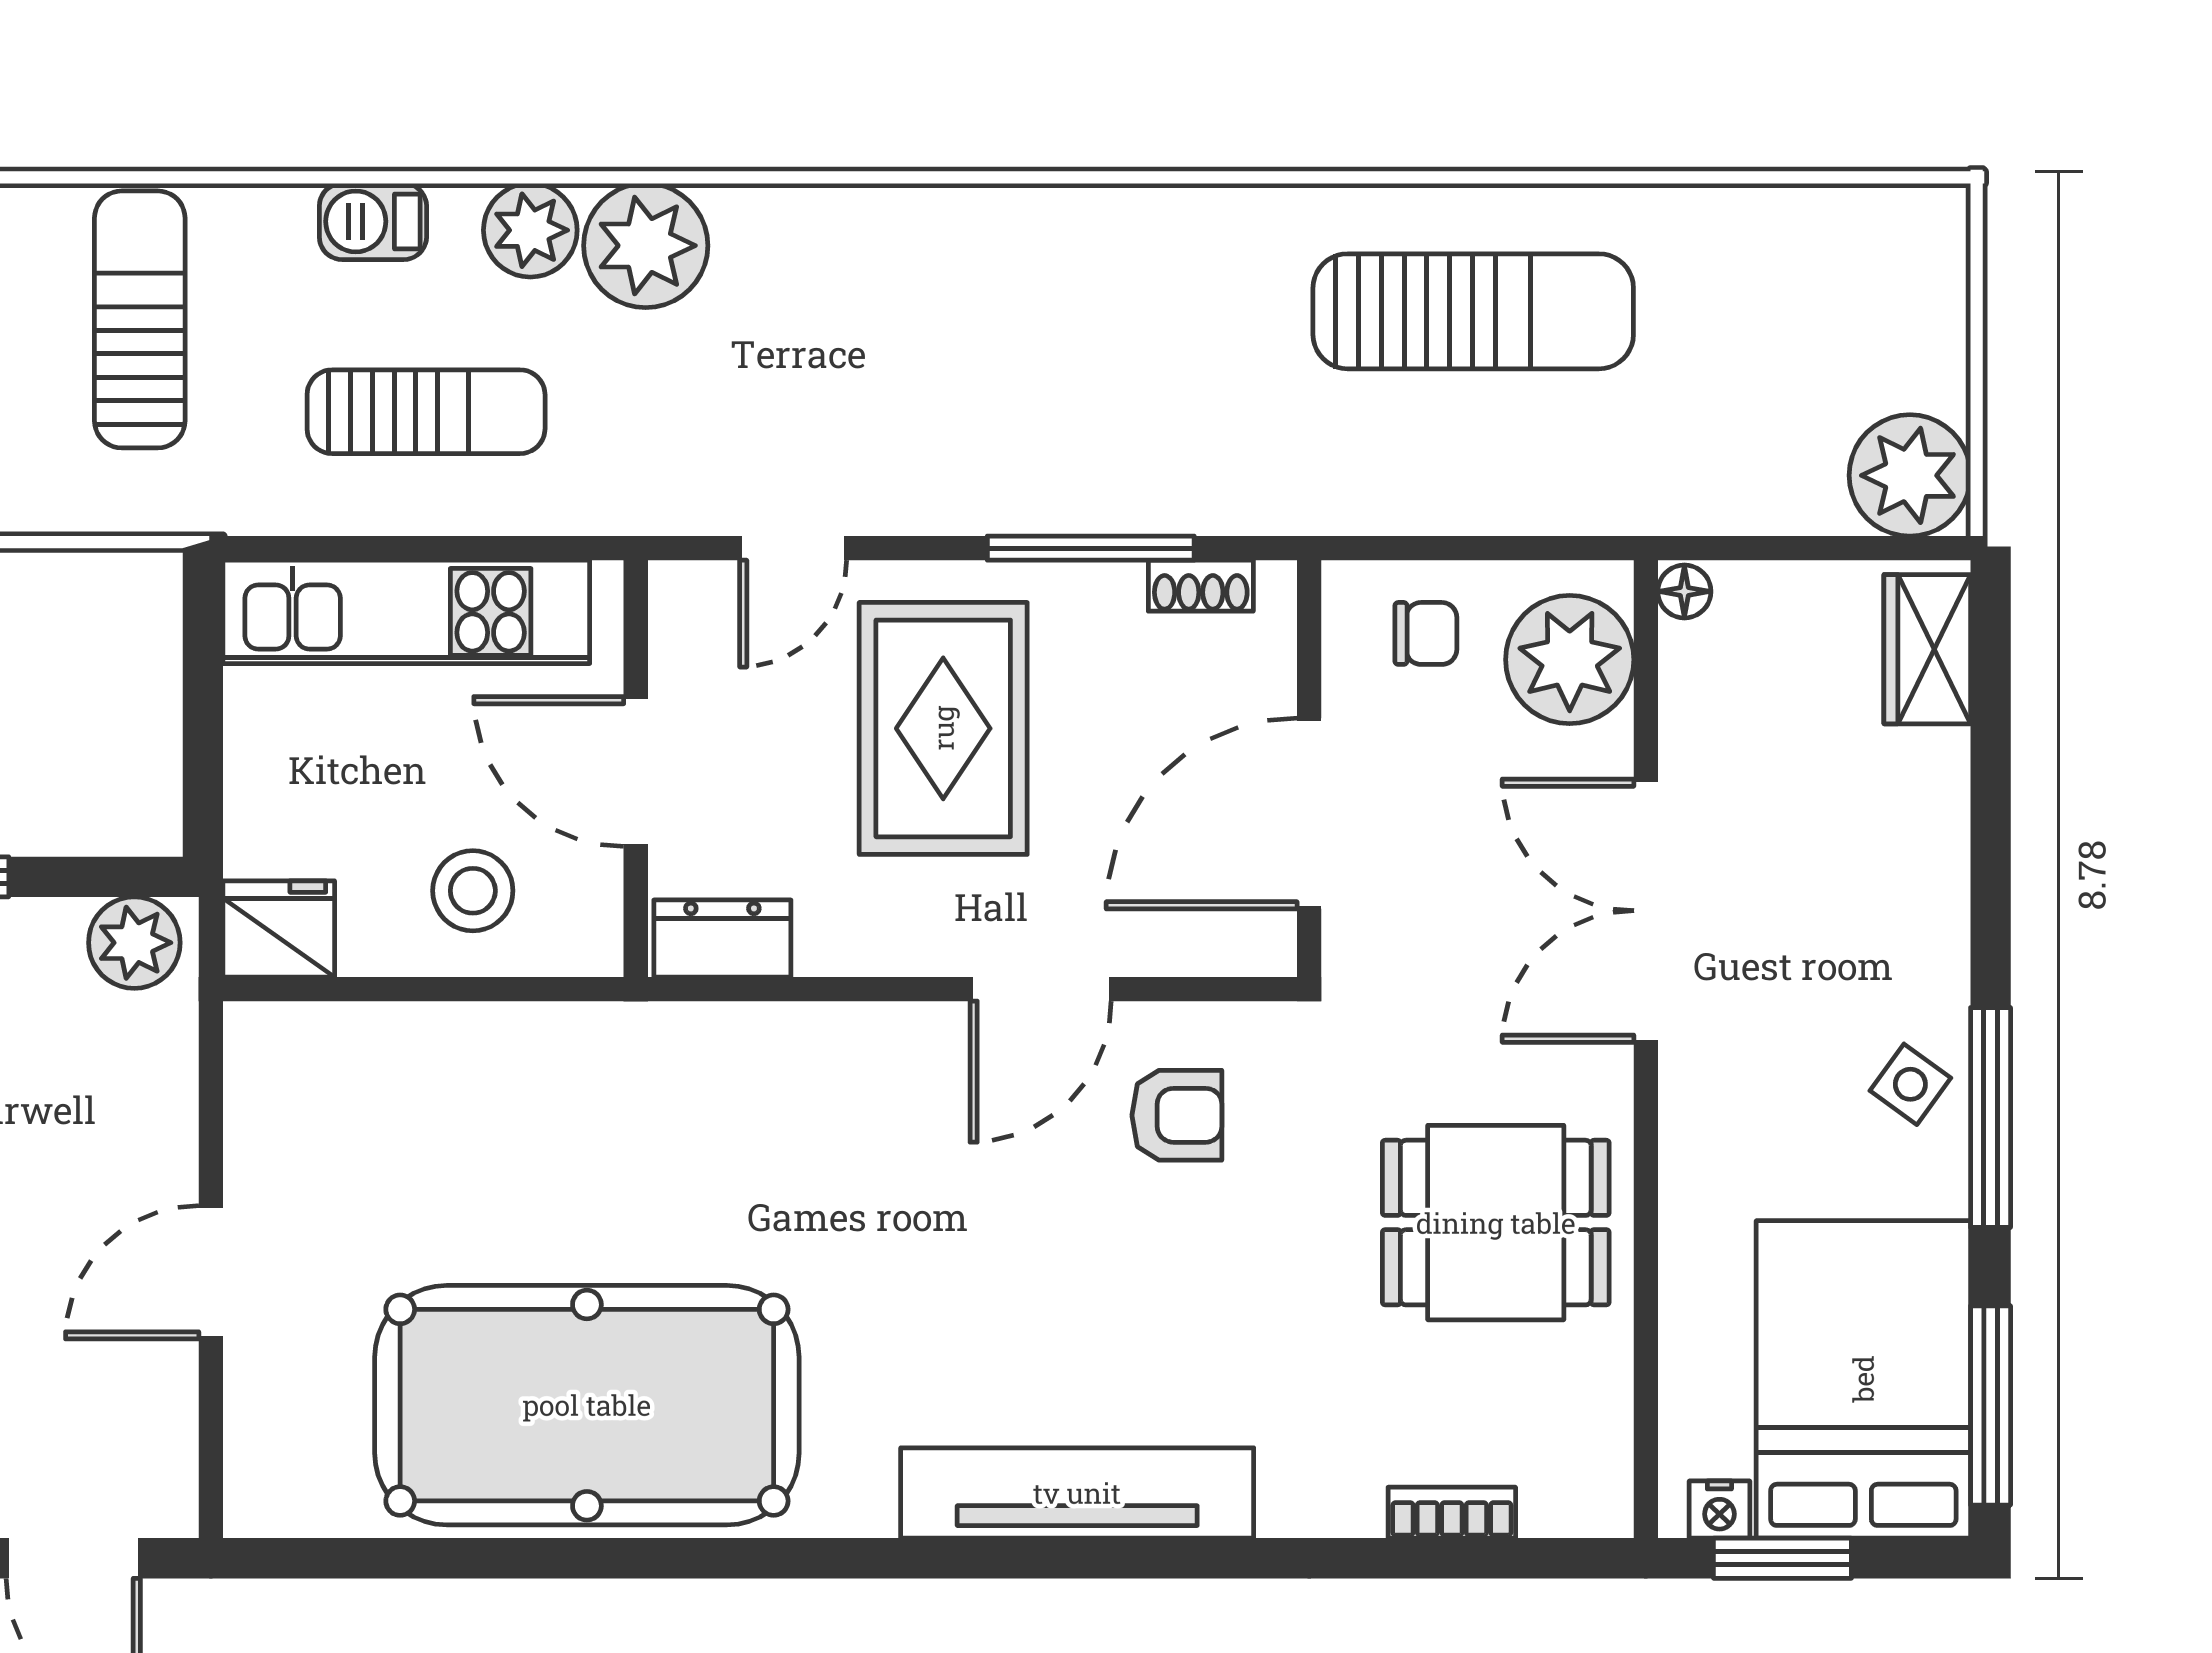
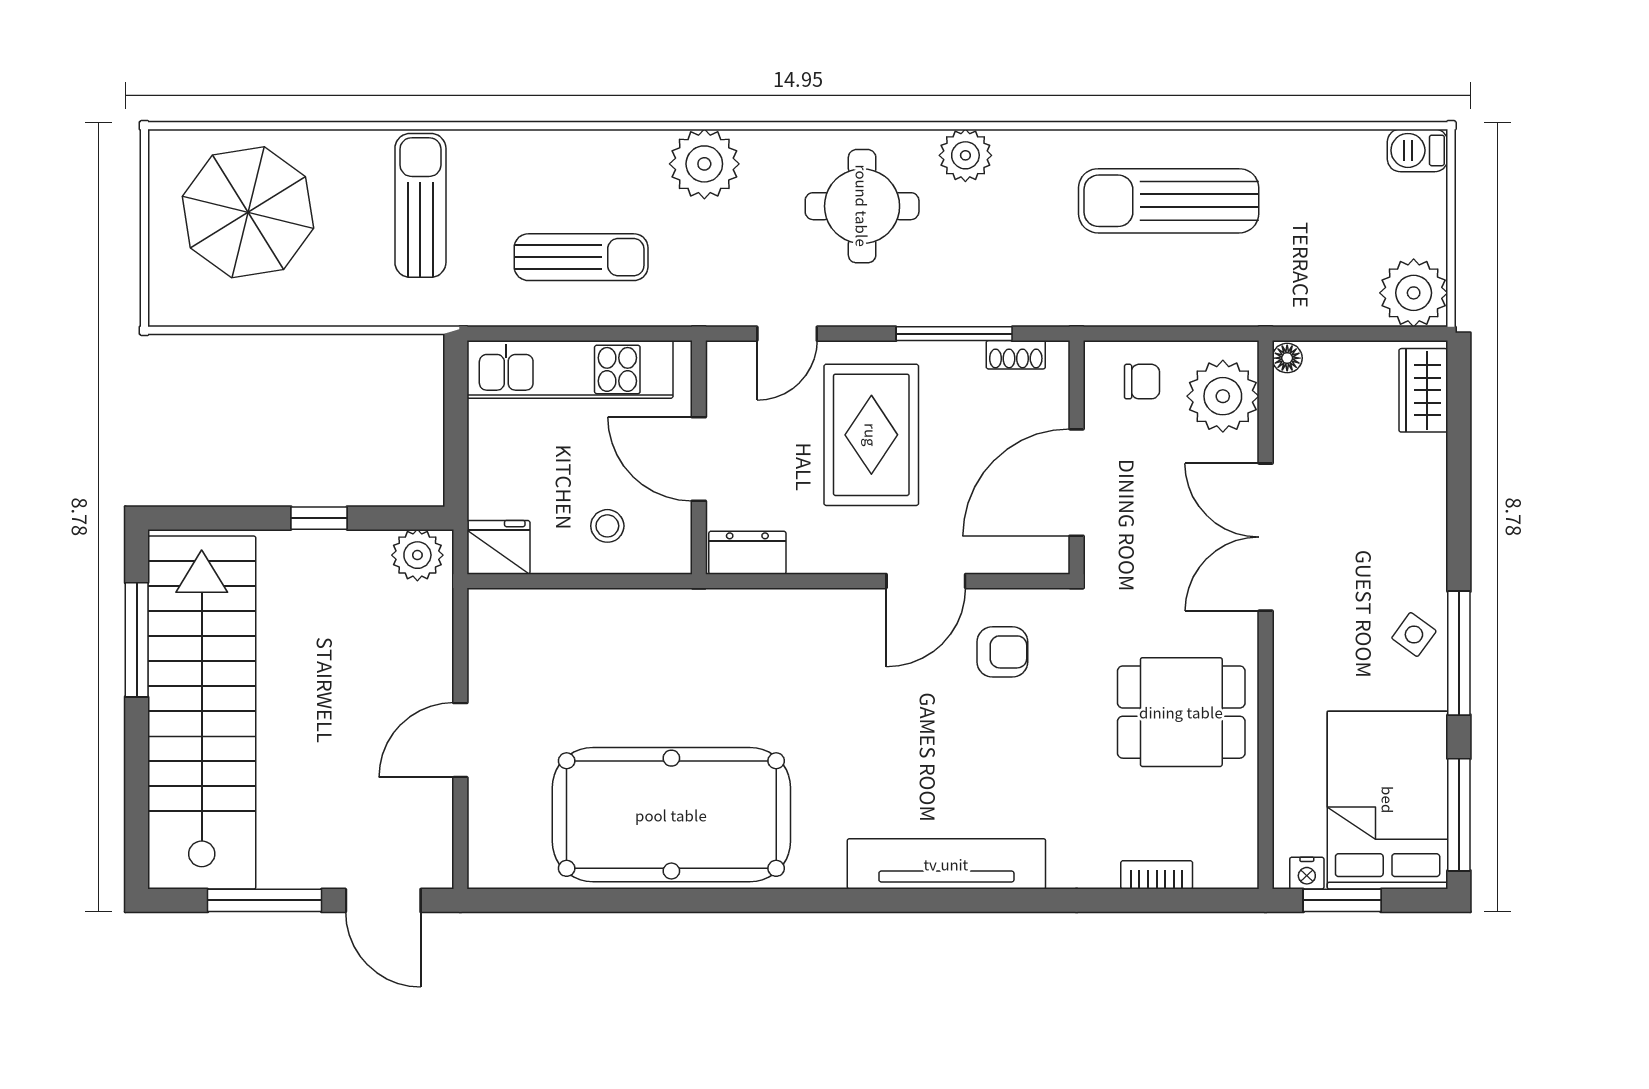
barbecue: (373, 221) -> (1418, 150), moved
plant: (530, 230) -> (965, 155), moved
sun lounger: (1473, 311) -> (1169, 201), turned 180
round table: (927, 321) -> (862, 206), added
stool: (473, 891) -> (607, 526), width x0.73, depth x0.73

